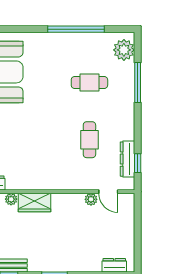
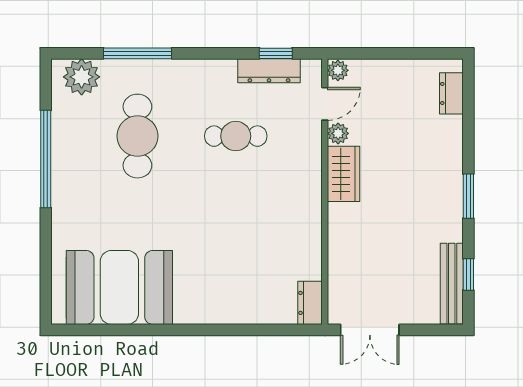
cafe table: (89, 82) -> (137, 136), width x1.37, depth x1.35
plant: (11, 199) -> (338, 70), moved
wardrobe: (35, 202) -> (344, 174), moved

